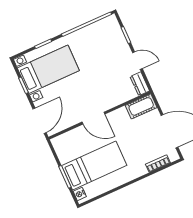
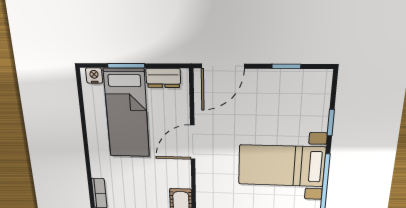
bed with nightstands: (48, 69) -> (281, 166), moved, turned 90
door: (40, 121) -> (223, 66), hinge flipped
dresser: (62, 152) -> (163, 78), added

